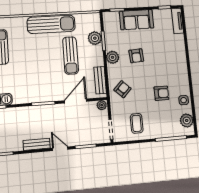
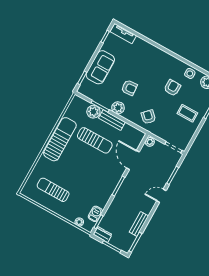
bench: (100, 80) -> (112, 120), moved
coffee table: (137, 123) -> (187, 113), moved
bench: (37, 144) -> (139, 224), moved

